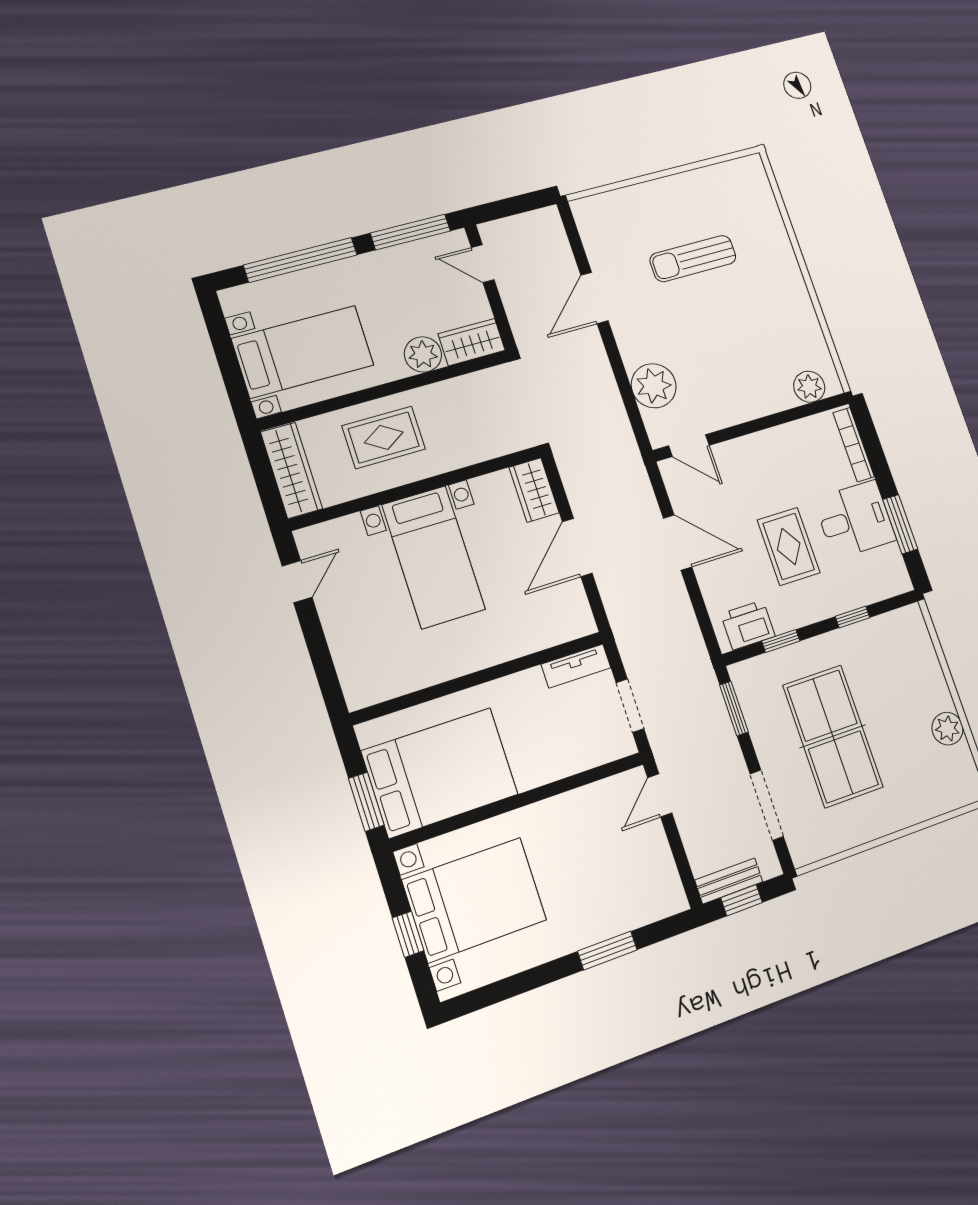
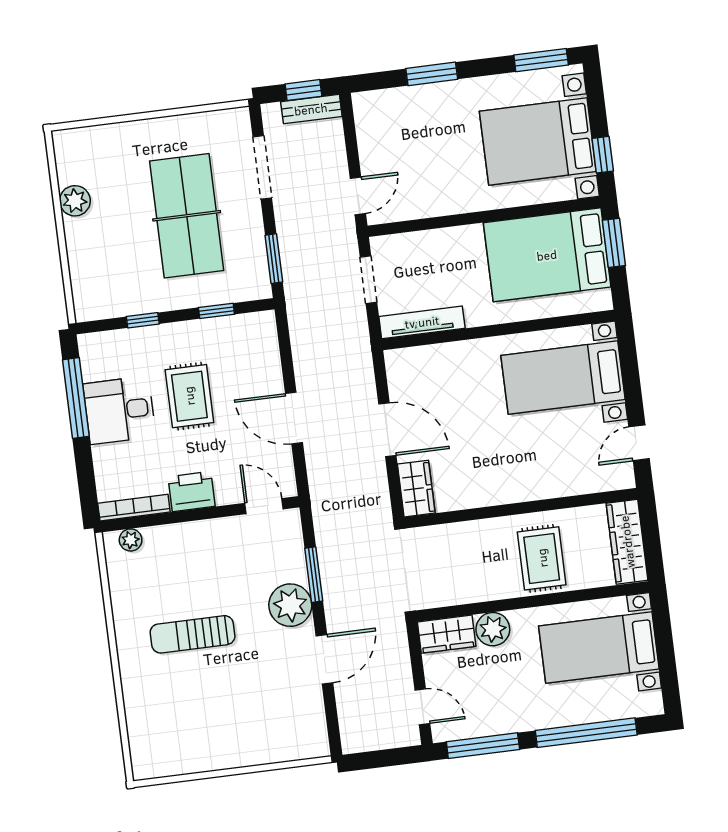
sun lounger: (693, 259) -> (193, 634), moved, turned 180
window: (623, 383) -> (314, 575), added
plant: (654, 386) -> (290, 605), moved
plant: (809, 387) -> (131, 540), width x0.73, depth x0.73
rug: (384, 437) -> (542, 558), turned 90
bookcase: (854, 445) -> (134, 508), moved, turned -90
window: (900, 524) -> (76, 398), width x1.44
door: (577, 548) -> (387, 430), hinge flipped
bed with nightstands: (434, 557) -> (563, 378), moved, turned -90
printer: (748, 625) -> (192, 492), moved, turned 180
tv unit: (576, 666) -> (422, 322), width x1.41
window: (408, 934) -> (603, 155), moved
window: (488, 995) -> (541, 60), added

